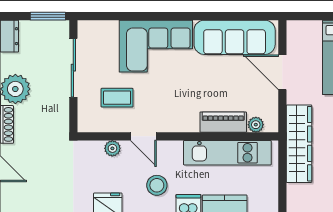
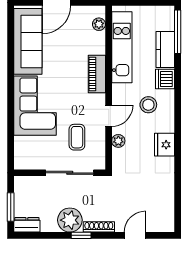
window: (48, 16) -> (11, 207), moved
sliding door: (73, 68) -> (70, 173), moved
piano: (223, 122) -> (97, 74), moved

